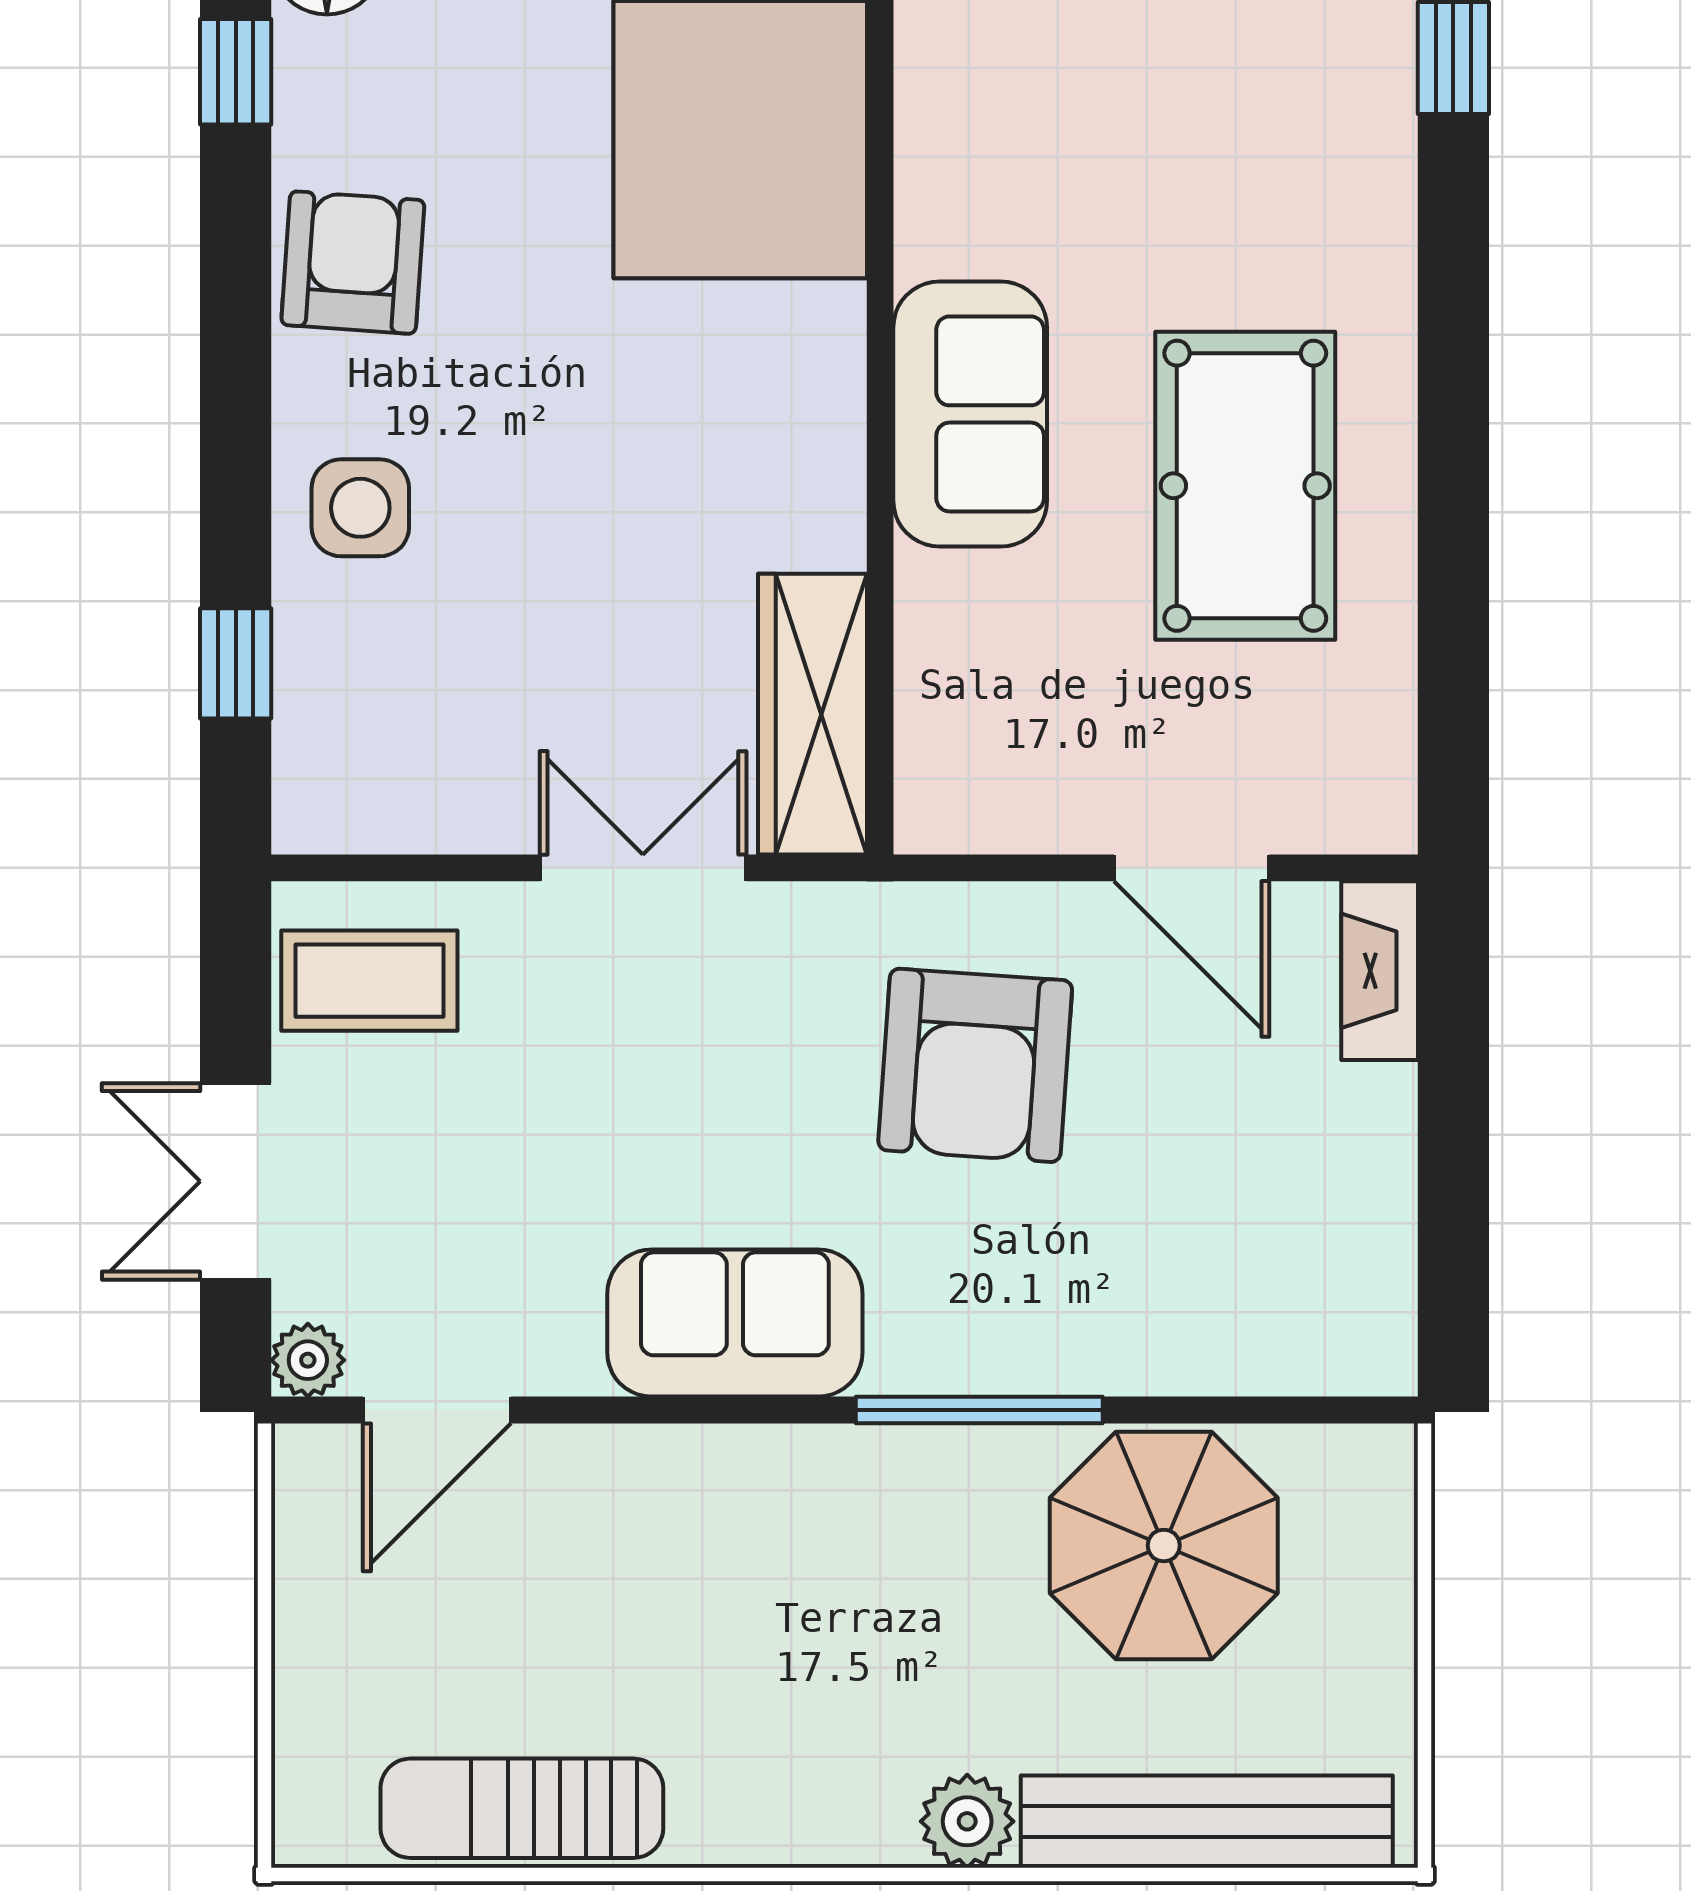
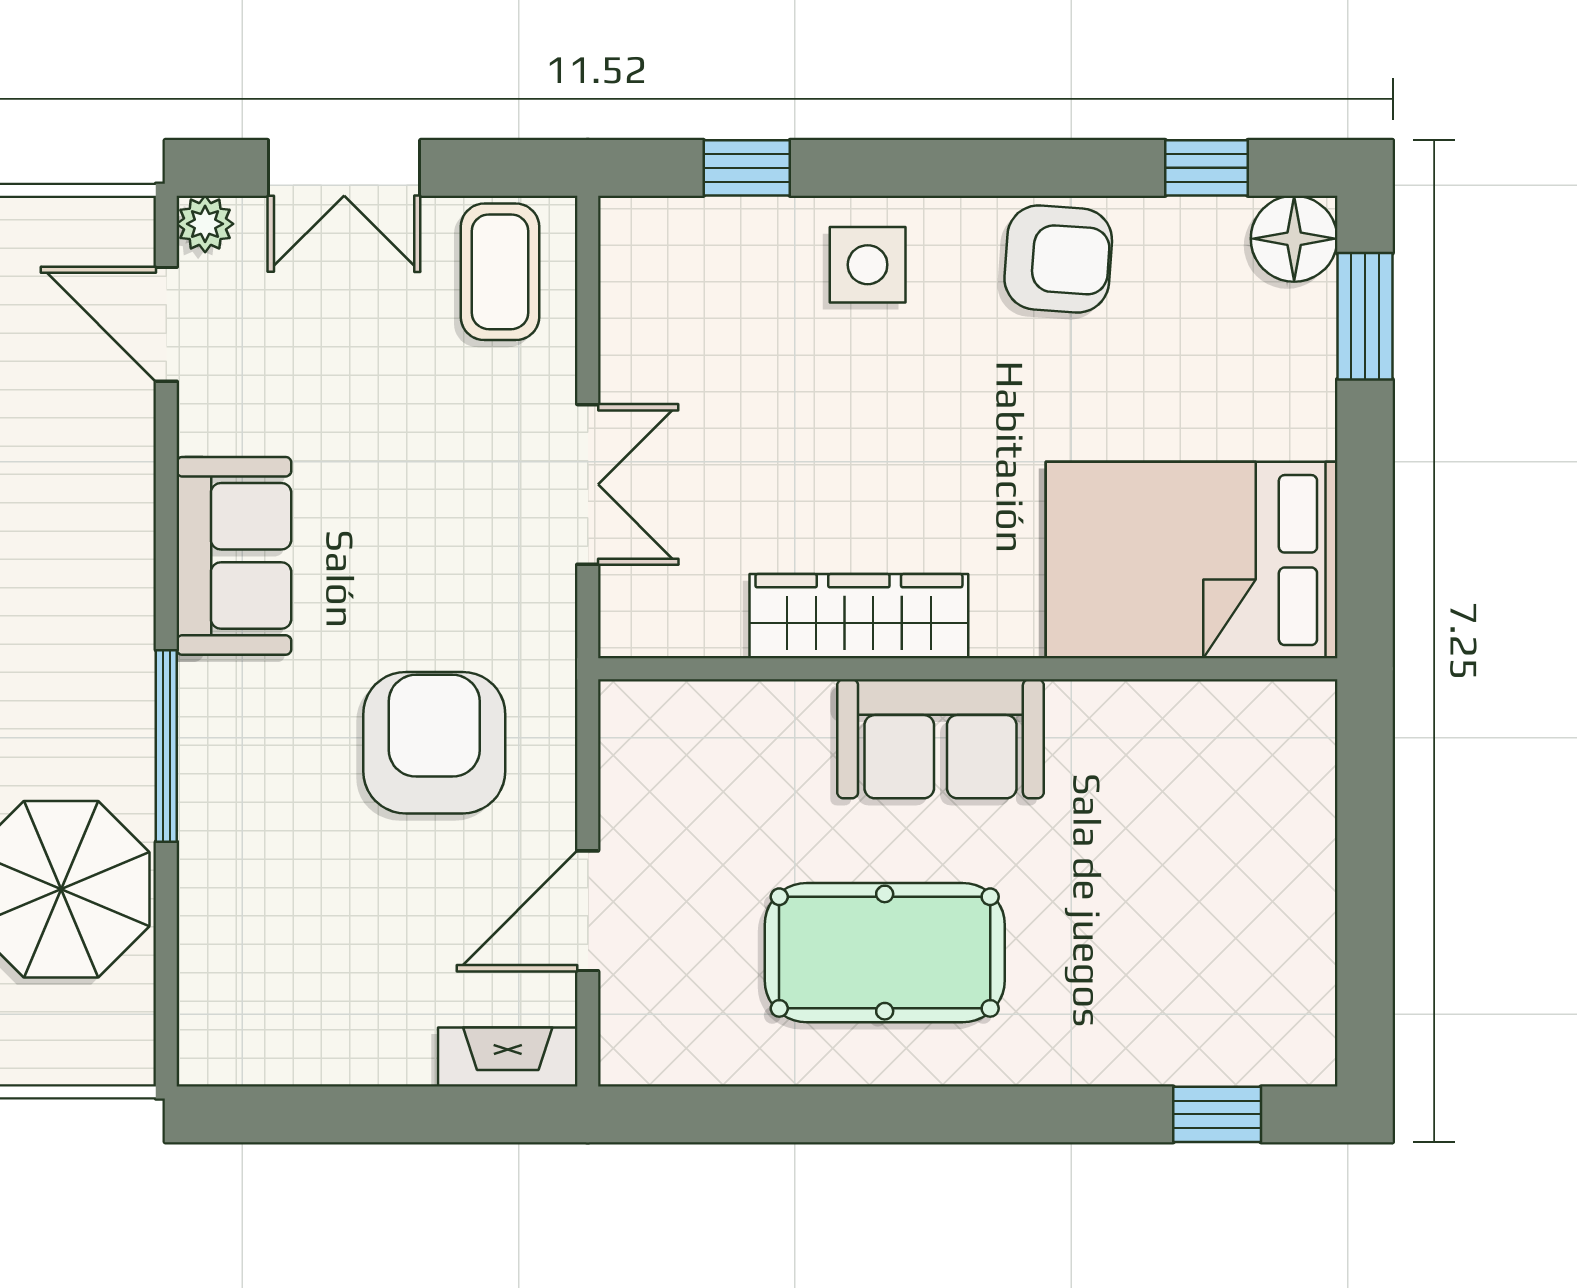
wardrobe: (812, 714) -> (859, 616), moved
armchair: (975, 1065) -> (434, 743), turned 86
double door: (236, 1181) -> (344, 168), swing flipped

